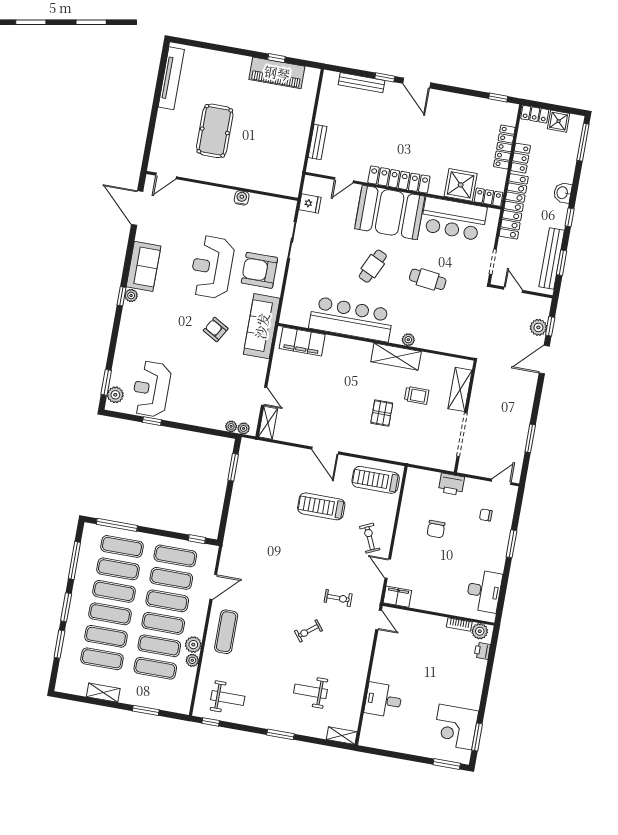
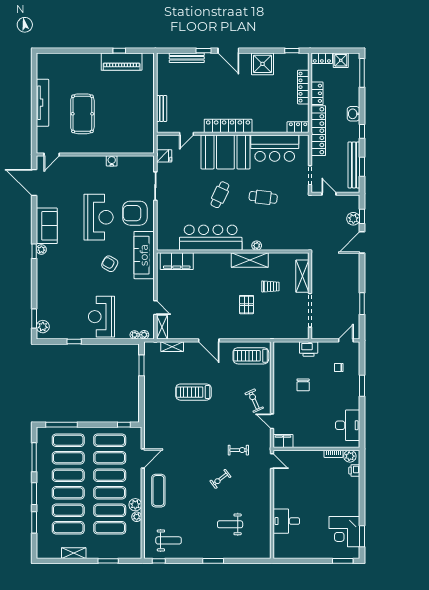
tv unit: (171, 78) -> (42, 103), moved
shower: (461, 185) -> (262, 64), moved
reception desk: (212, 267) -> (99, 217), turned 180
reception desk: (151, 389) -> (101, 317), moved
treadmill: (321, 506) -> (193, 392), moved
shelving: (342, 736) -> (172, 347), moved

